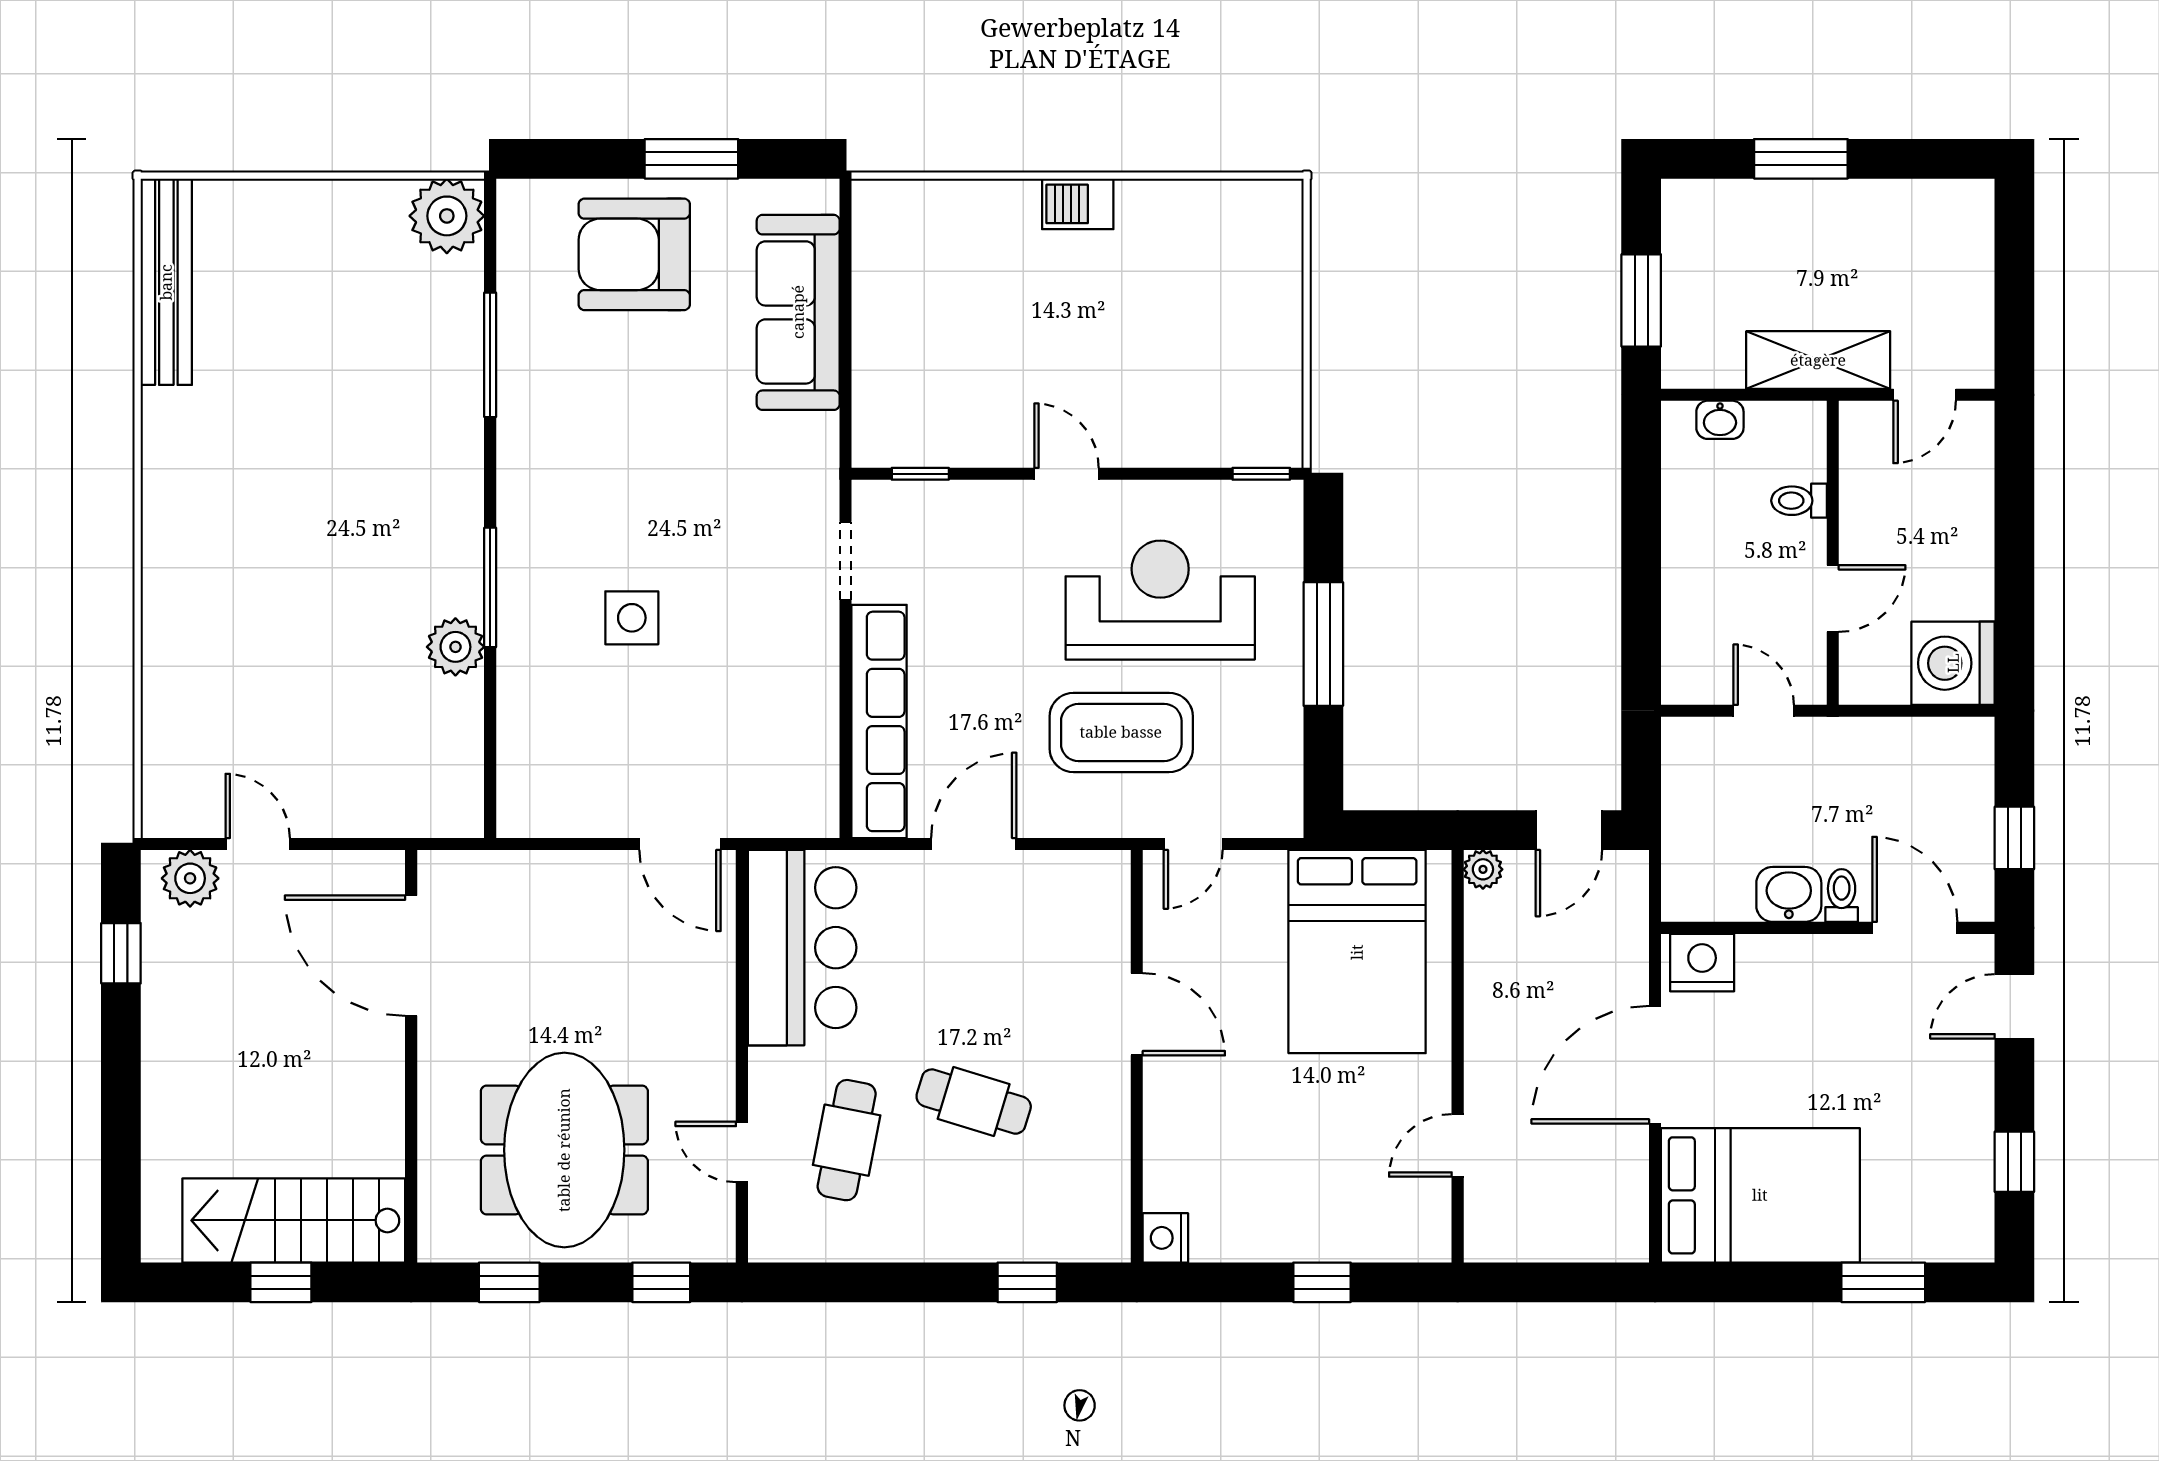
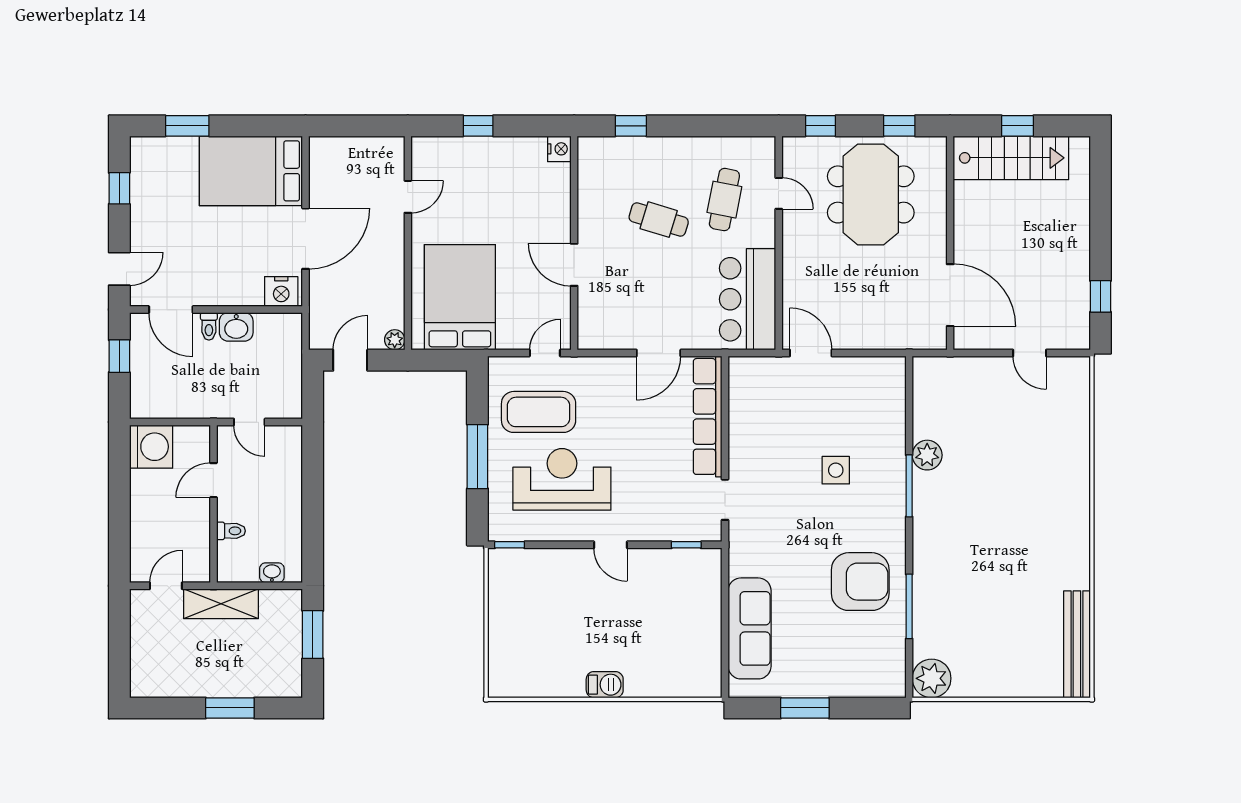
armchair: (634, 254) -> (860, 582), moved
reception desk: (1160, 600) -> (562, 479), turned 180
coffee table: (1121, 732) -> (539, 412), moved
plant: (190, 878) -> (1065, 335), removed

